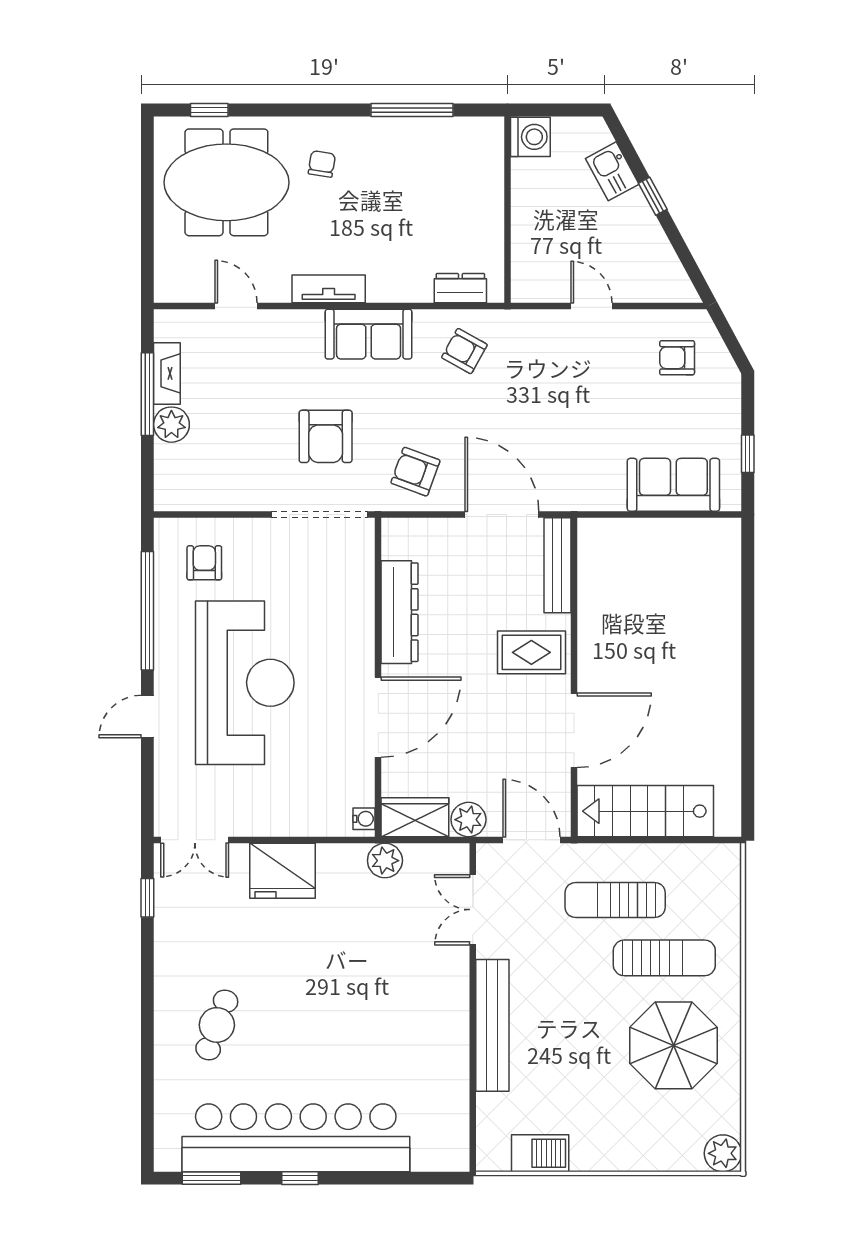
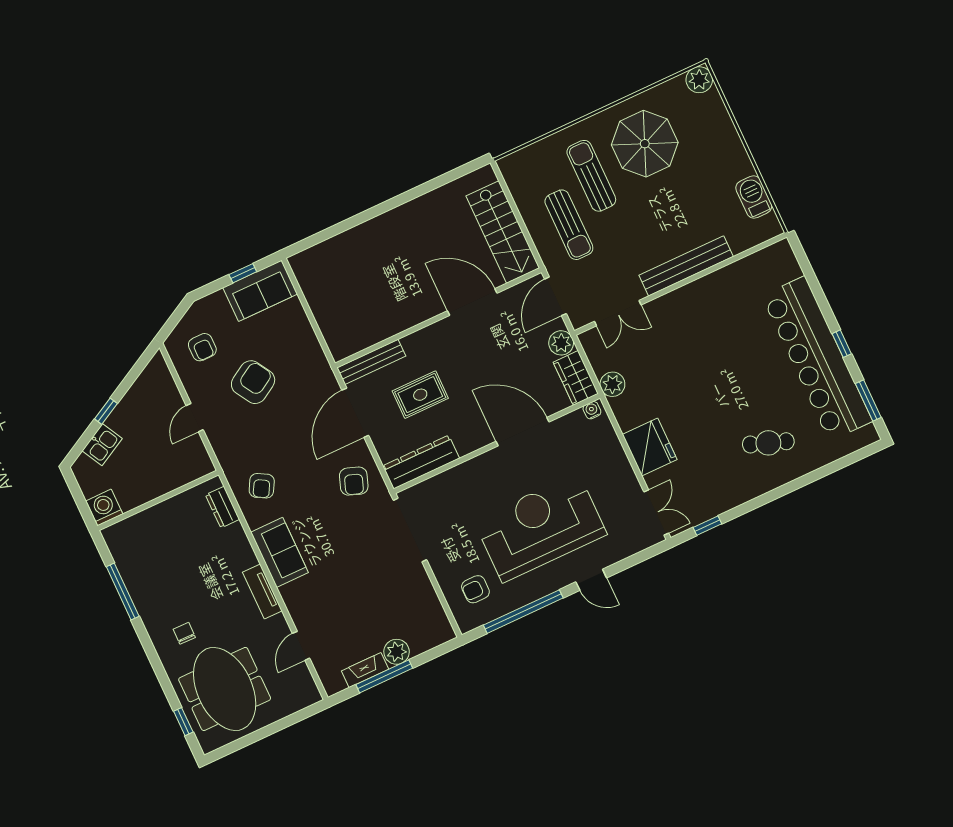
chair: (322, 164) -> (184, 633), turned 82
armchair: (326, 436) -> (253, 382), moved, turned -31
sofa: (673, 485) -> (260, 291), moved, turned -90
dresser: (400, 612) -> (421, 462), moved
rug: (531, 652) -> (420, 395), moved, turned 90

